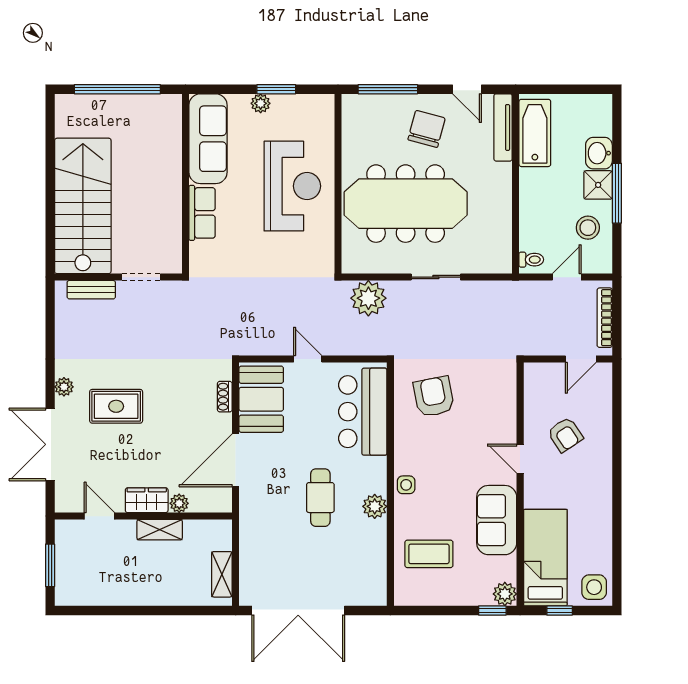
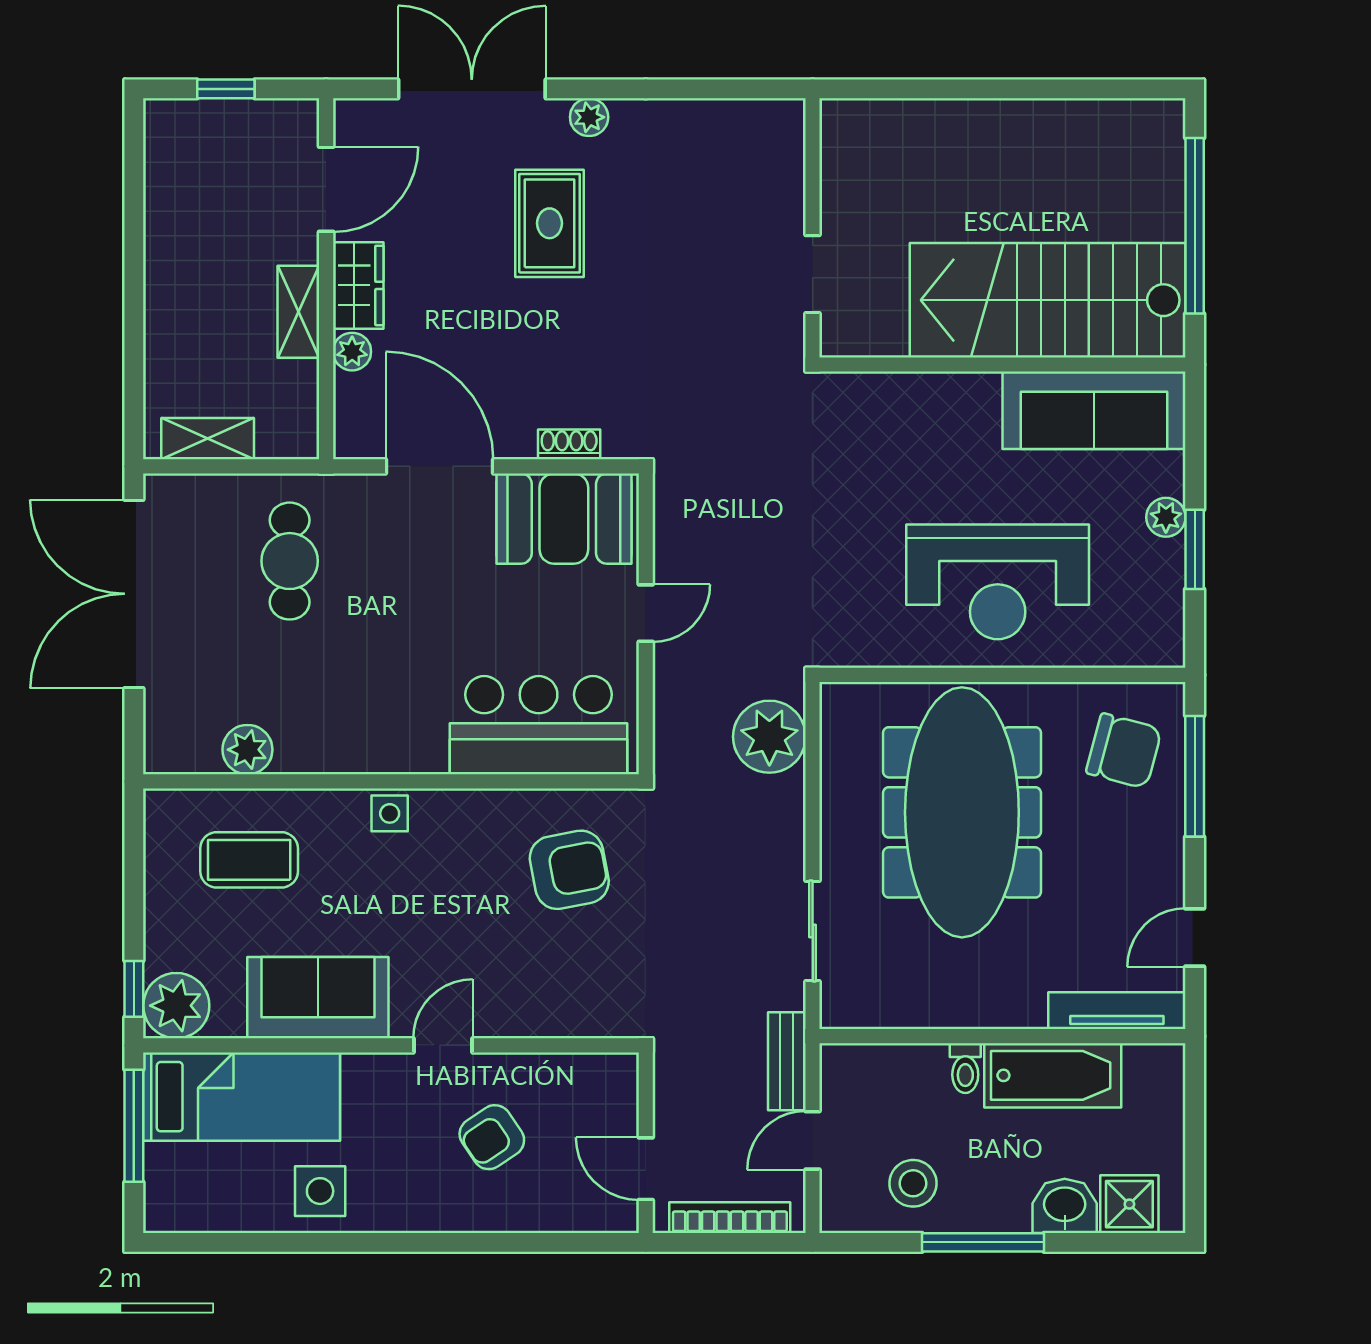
chair: (427, 129) -> (1124, 751), moved
bathtub: (535, 133) -> (1053, 1075), moved
shower: (598, 185) -> (1129, 1204), moved
stairs: (83, 206) -> (1048, 300), moved, turned 180
row of seats: (202, 213) -> (943, 398), removed
toilet: (531, 260) -> (965, 1068), moved
sliding door: (436, 277) -> (813, 931), moved
door: (567, 277) -> (813, 1140), swing flipped
bench: (91, 290) -> (787, 1061), moved
cafe table: (320, 498) -> (290, 561), moved, turned 90
plant: (375, 506) -> (247, 750), moved
door: (99, 516) -> (326, 189), width x1.38
coffee table: (429, 554) -> (249, 860), turned 90
window: (50, 565) -> (226, 89), width x0.67
side table: (594, 587) -> (320, 1191), moved
plant: (505, 594) -> (176, 1006), width x1.36, depth x1.36
window: (560, 611) -> (134, 1126), width x2.17

